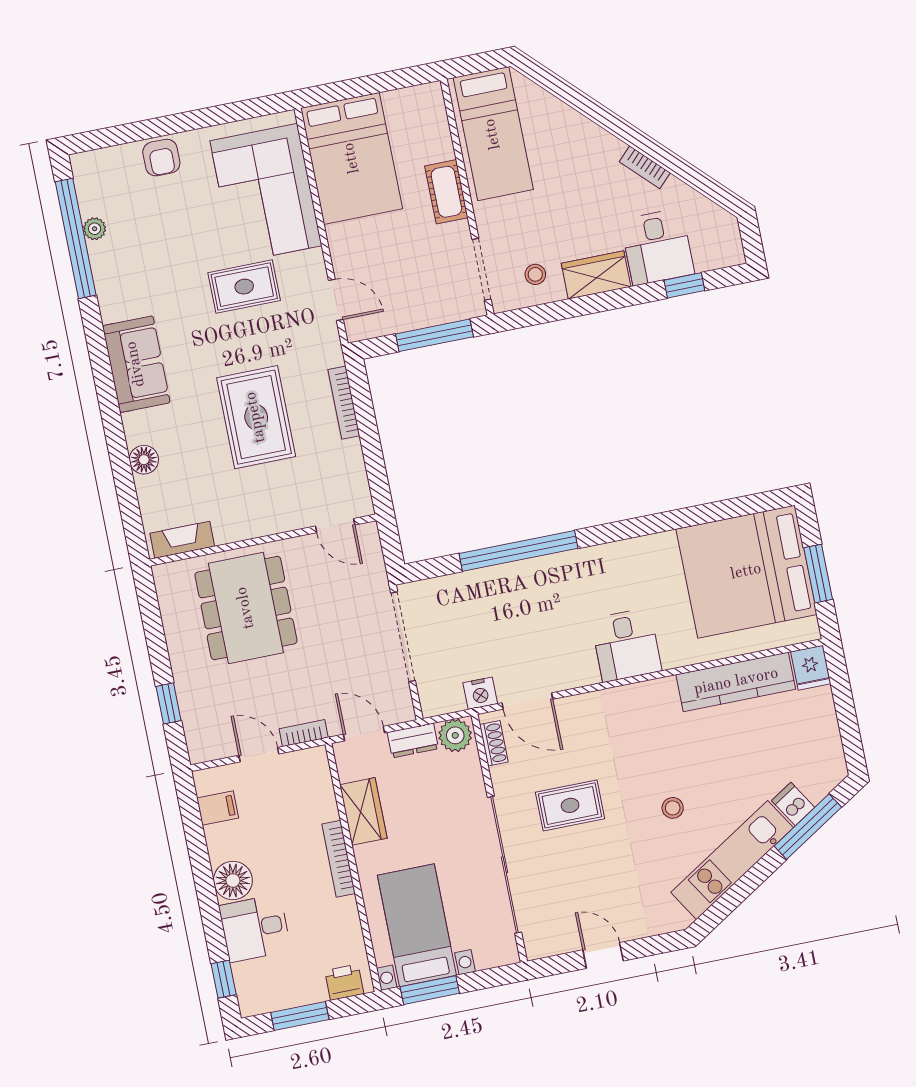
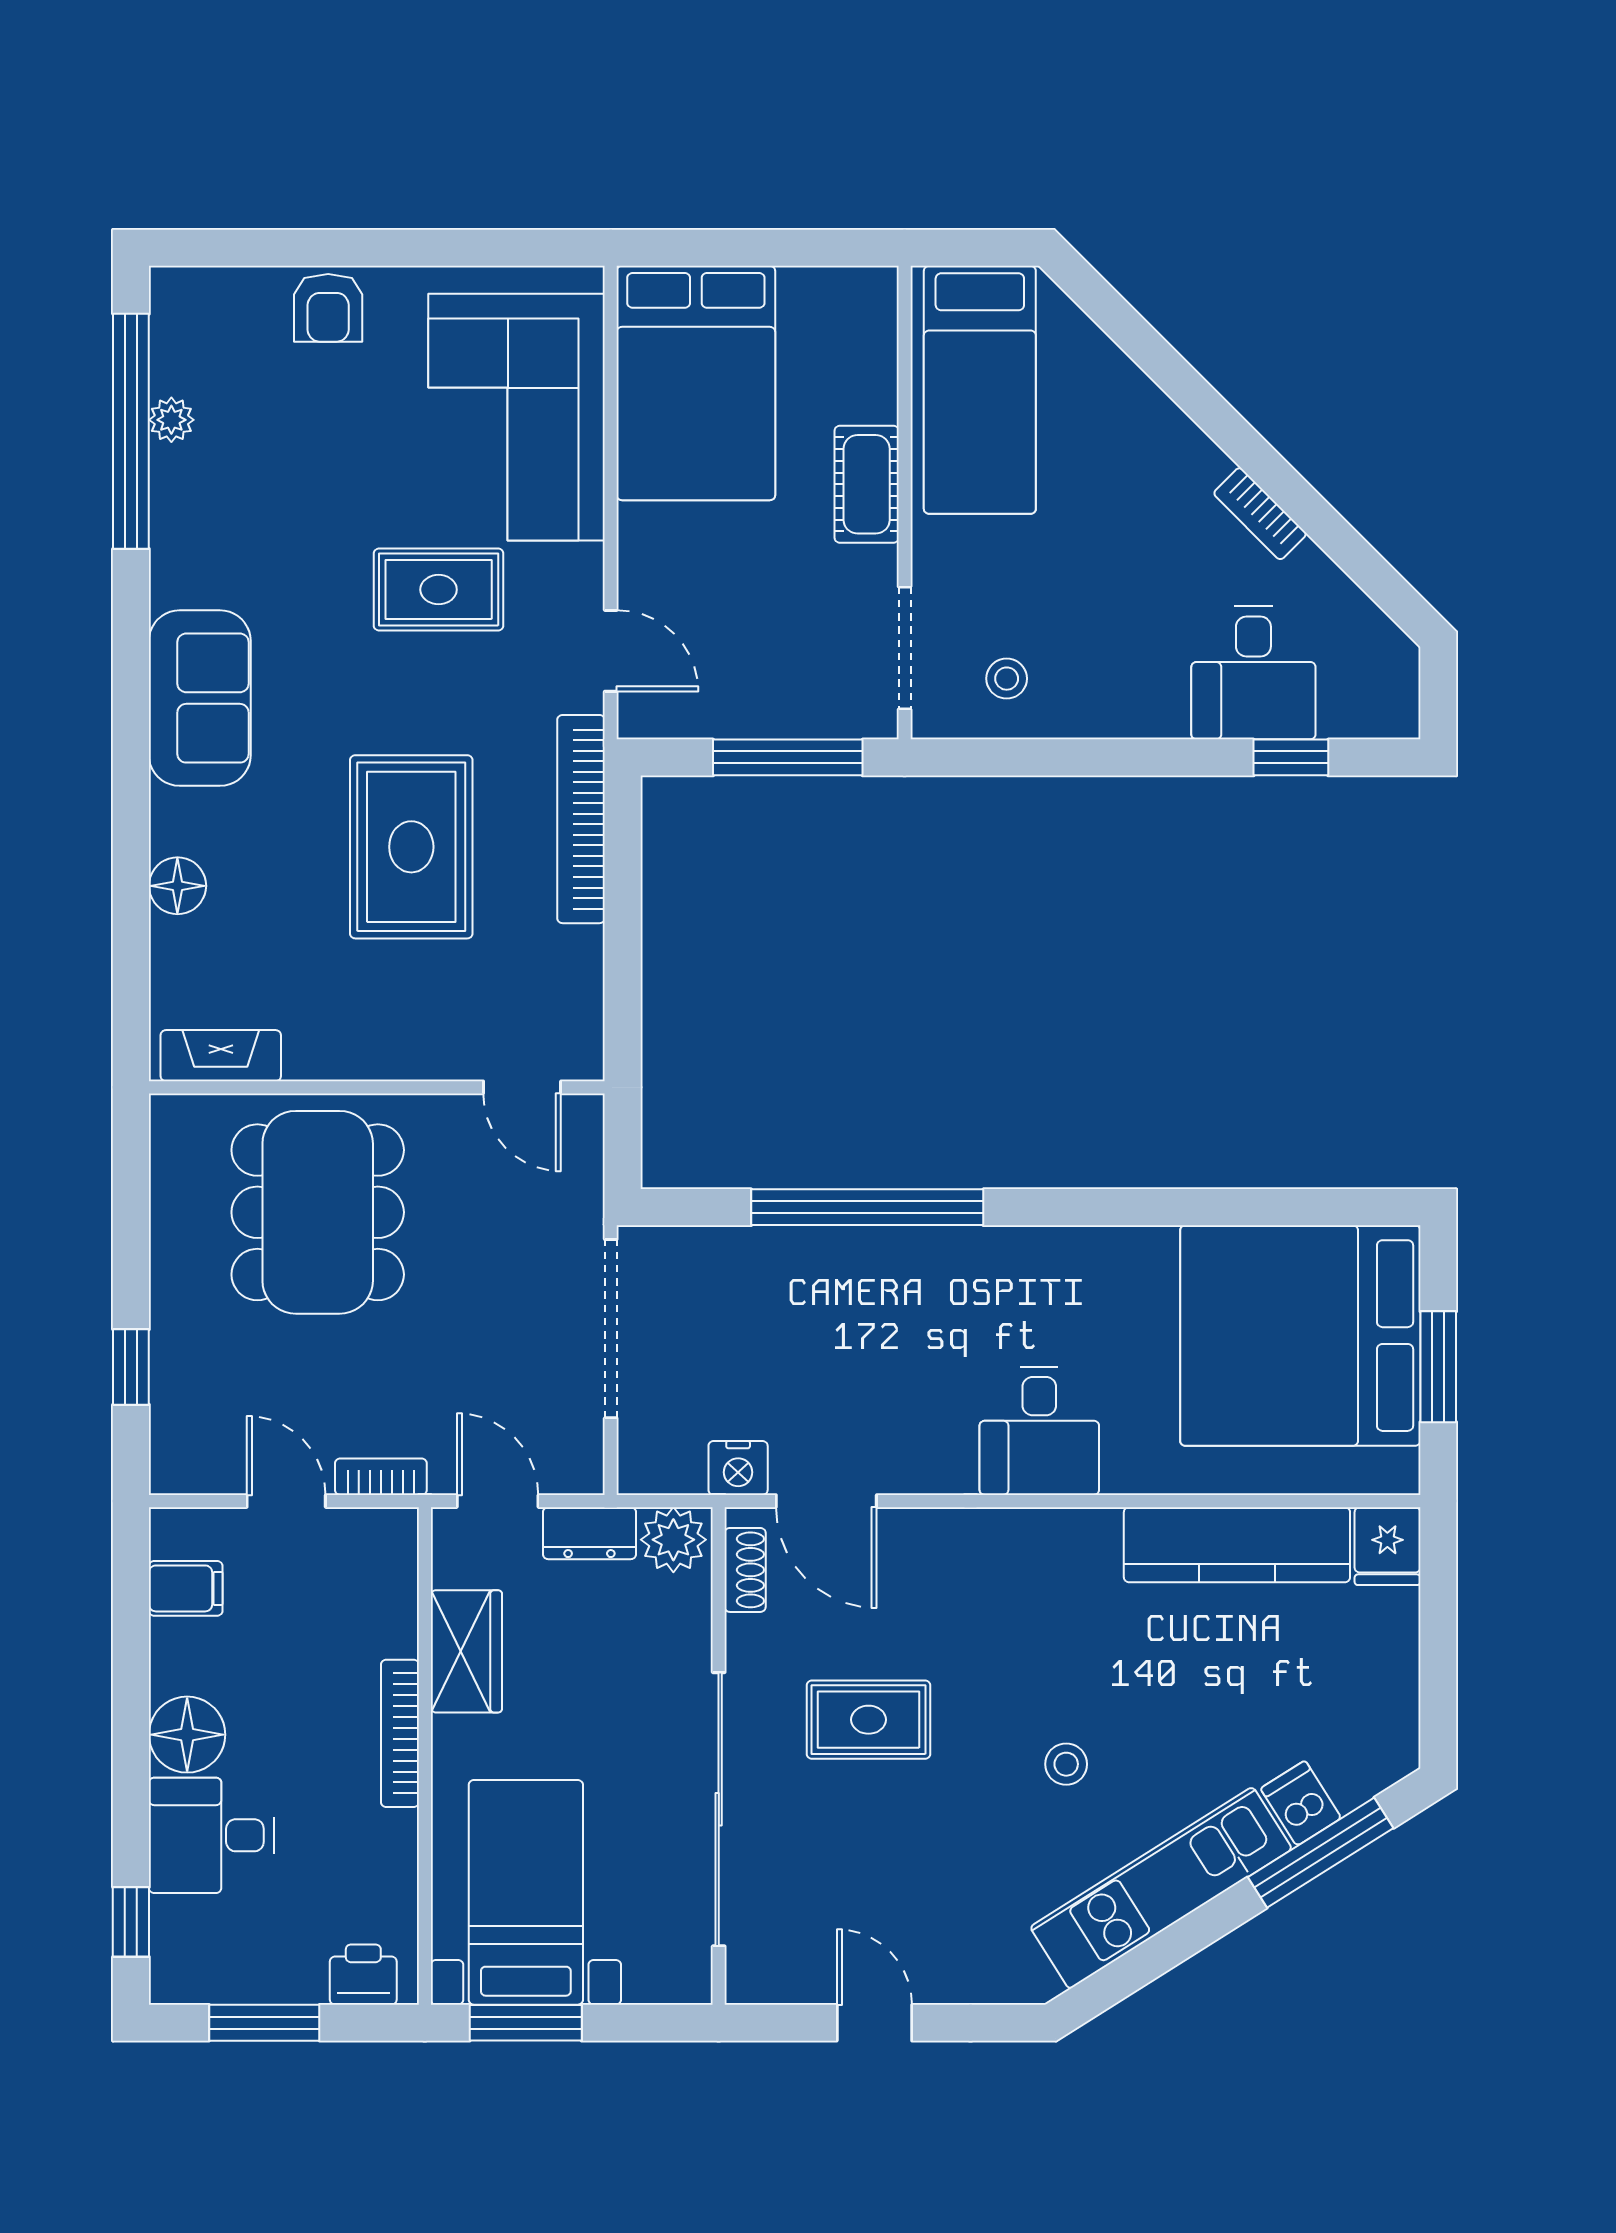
wardrobe: (596, 275) -> (1124, 703), removed
bookcase: (344, 403) -> (581, 819), width x1.48, depth x1.31

